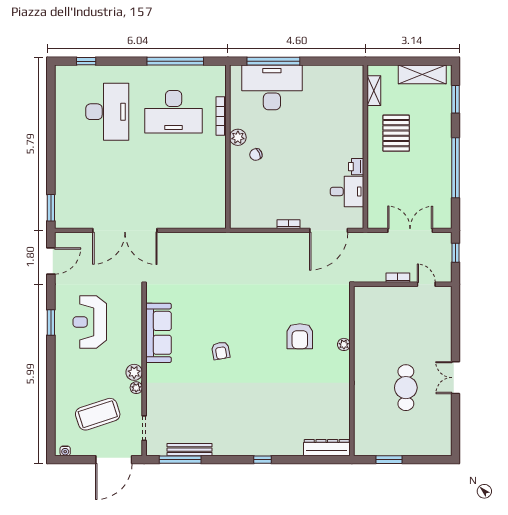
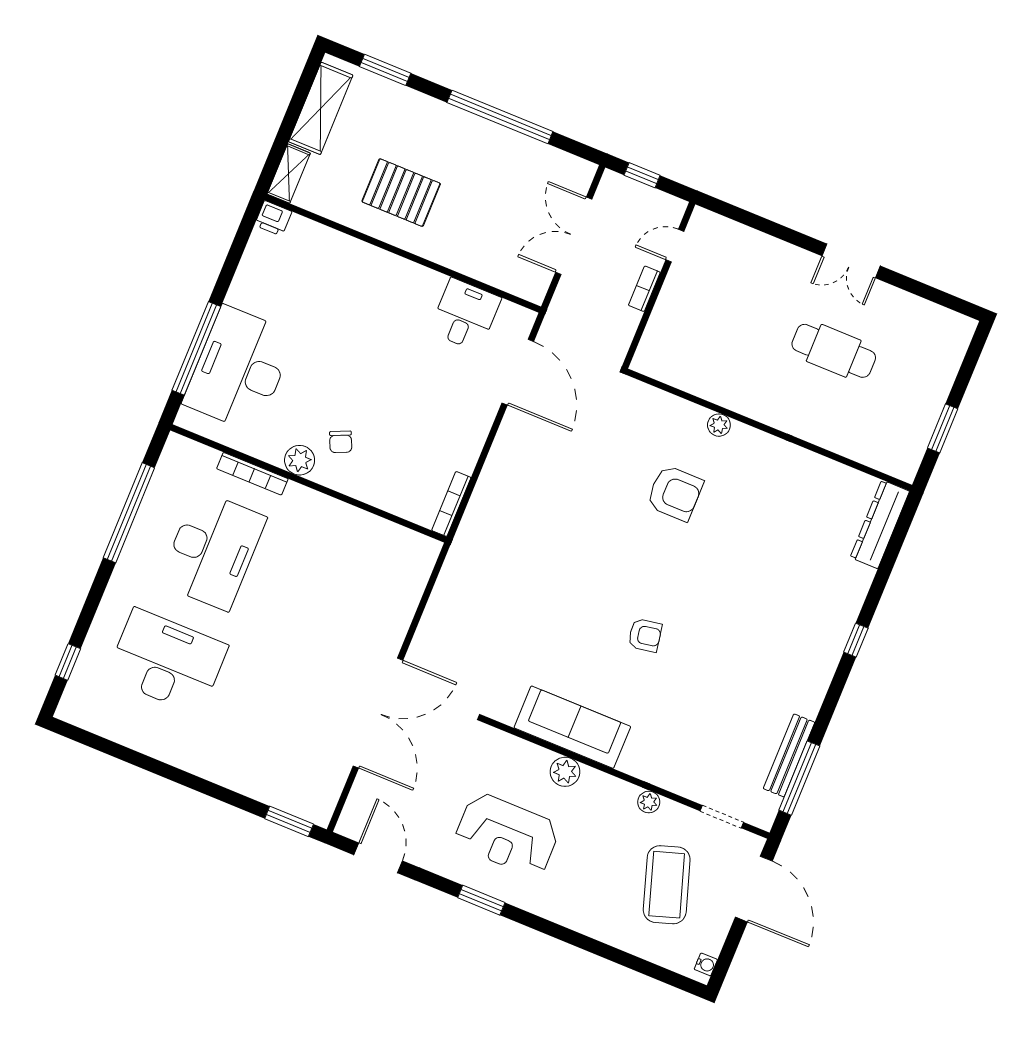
shelving: (374, 91) -> (289, 174), moved, turned 90
printer: (356, 167) -> (273, 218), moved
bookcase: (289, 224) -> (451, 504), moved, width x1.56
plant: (134, 372) -> (565, 772), moved

